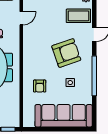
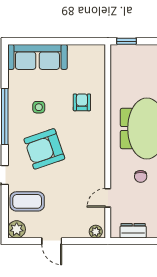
sofa: (64, 116) -> (37, 57), width x0.74, depth x0.79

